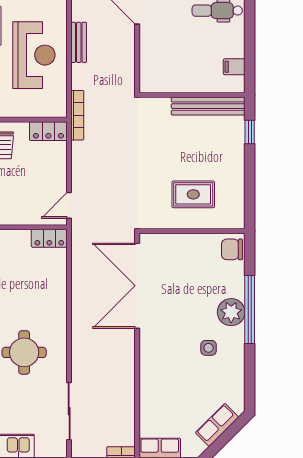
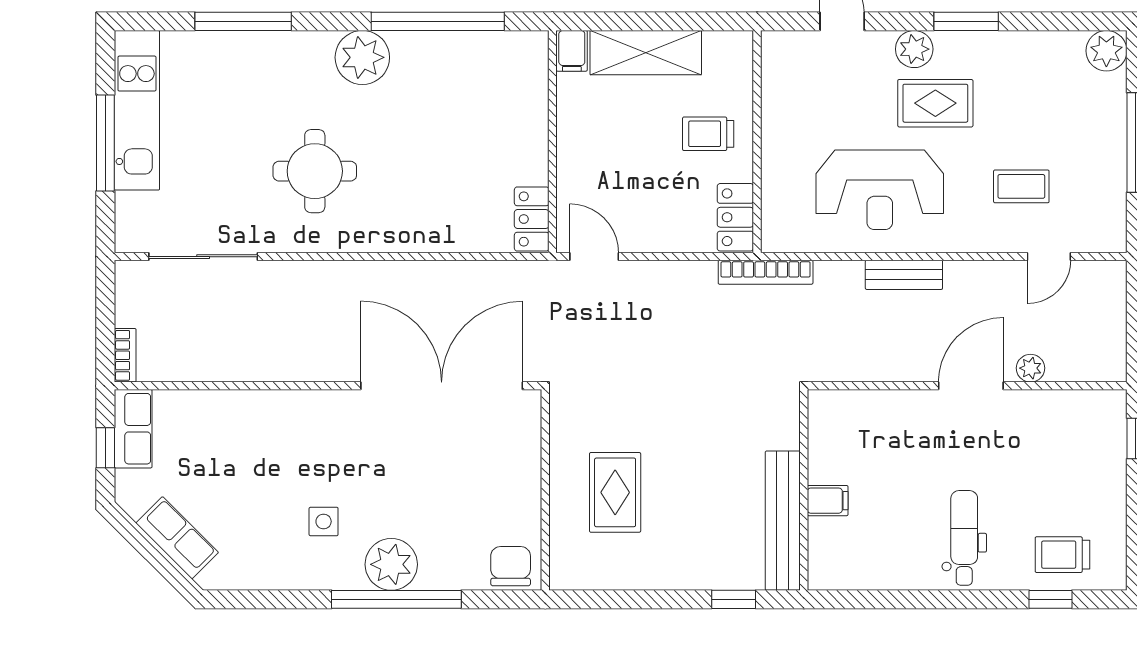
filing cabinet: (234, 67) -> (828, 501), moved, turned 90

